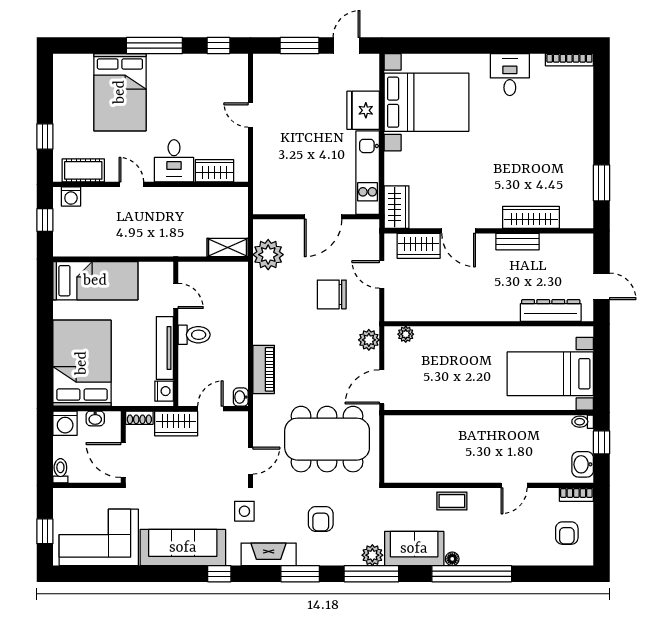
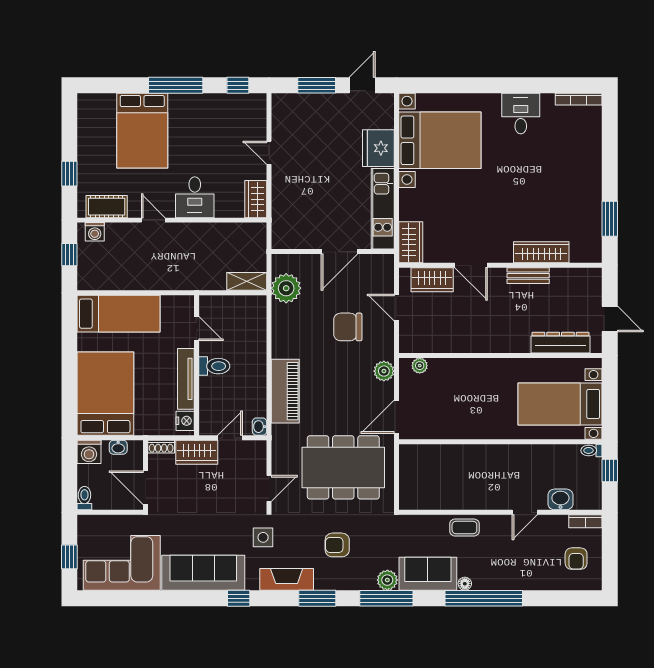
wardrobe: (214, 171) -> (256, 199), moved, turned -90
piano: (264, 369) -> (285, 391), width x1.37, depth x1.33
washbasin: (583, 464) -> (560, 499), moved, turned 90
armchair: (321, 519) -> (337, 545), turned 90

